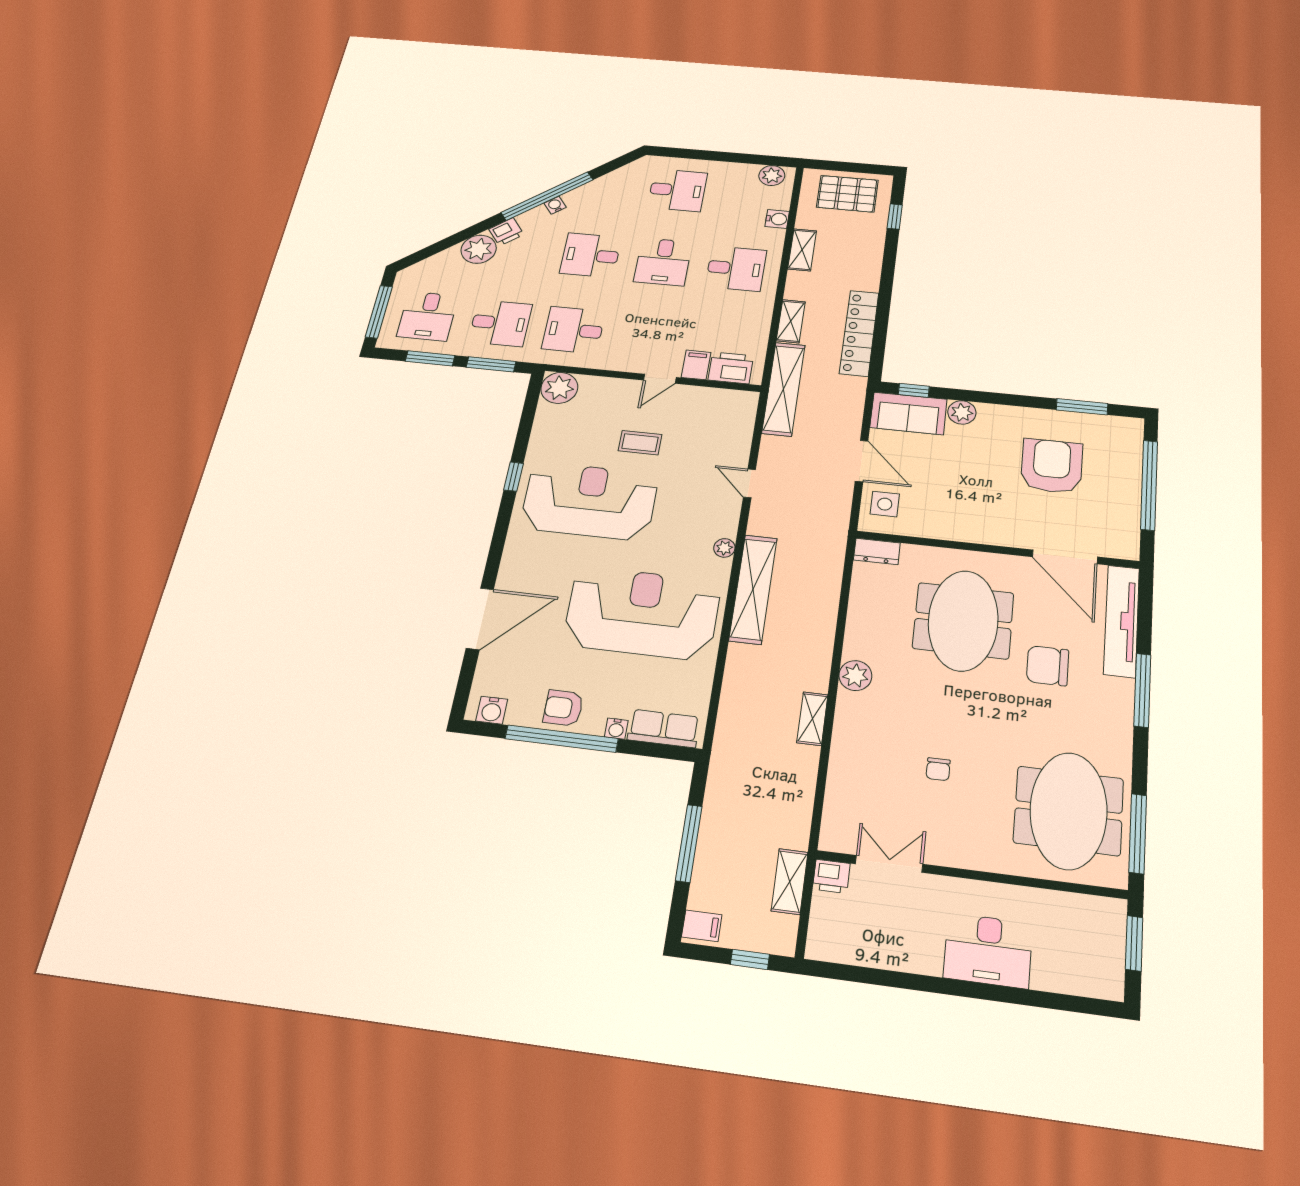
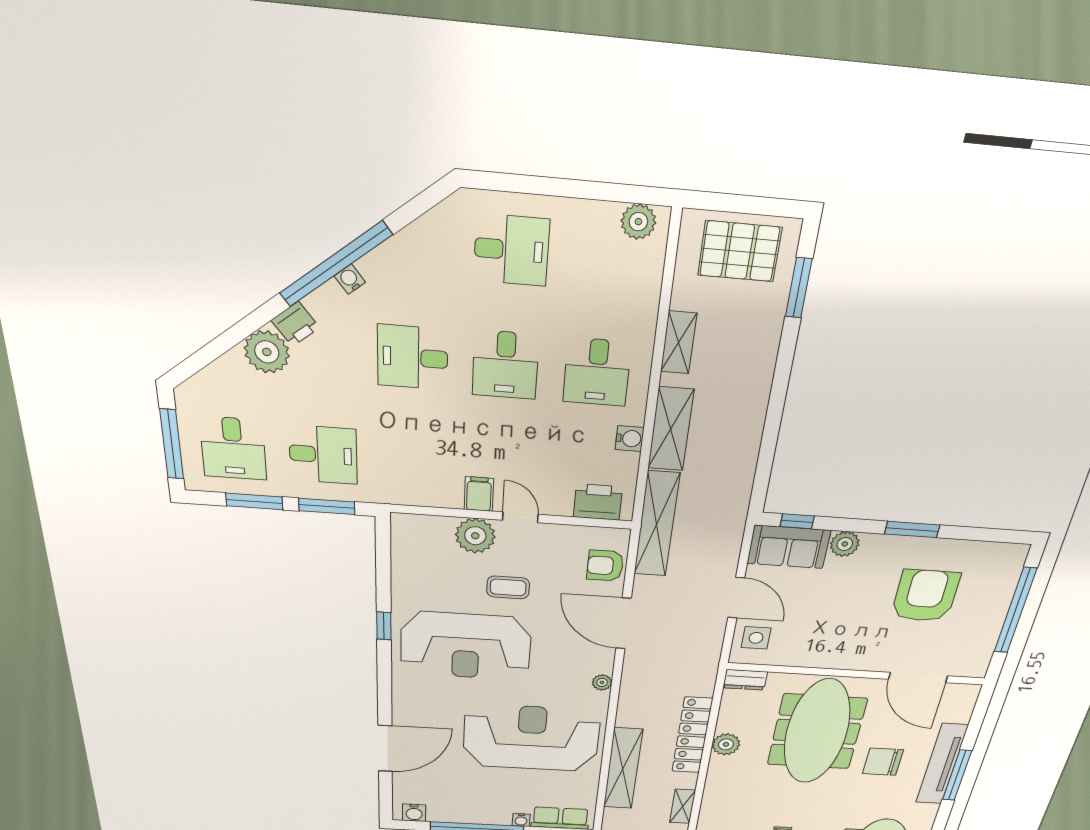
window: (895, 217) -> (799, 288), width x1.50
water cooler: (777, 219) -> (630, 439), moved
desk: (736, 268) -> (597, 372), turned 90
shelving: (791, 321) -> (671, 429), width x1.50, depth x1.33
desk: (574, 330) -> (412, 461), removed
locker: (859, 333) -> (692, 735), moved
filing cabinet: (696, 365) -> (479, 494), moved
door: (660, 379) -> (520, 517), swing flipped
plant: (559, 388) -> (475, 536), moved
window: (1082, 407) -> (912, 529), moved
door: (749, 483) -> (623, 623), width x1.88
reception desk: (589, 501) -> (466, 646), turned 180
shelving: (753, 589) -> (623, 769), moved
meeting table: (963, 621) -> (817, 732), width x1.36
tv unit: (1122, 621) -> (942, 764), moved
plant: (855, 676) -> (726, 744), moved
armchair: (563, 708) -> (605, 566), moved

